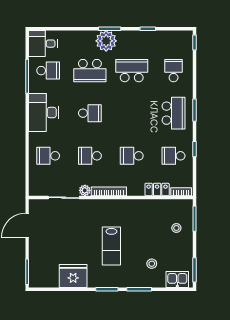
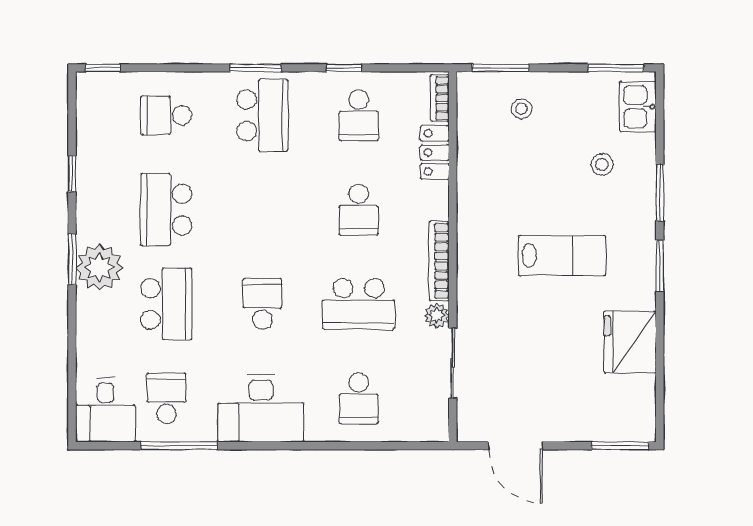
school desk: (174, 113) -> (262, 115), turned 90
school desk: (90, 156) -> (359, 304), width x1.85

